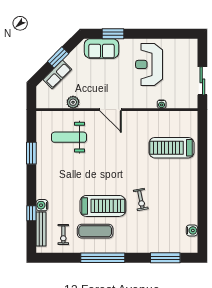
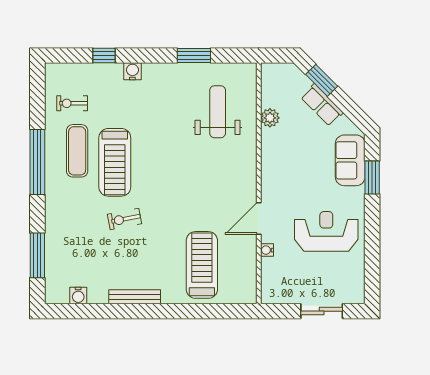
window: (58, 57) -> (322, 80), moved
row of seats: (57, 74) -> (322, 105), moved
sliding door: (202, 81) -> (322, 311), moved
door: (111, 110) -> (259, 218), moved
water cooler: (42, 205) -> (132, 71), moved
bench: (41, 229) -> (135, 297), moved

